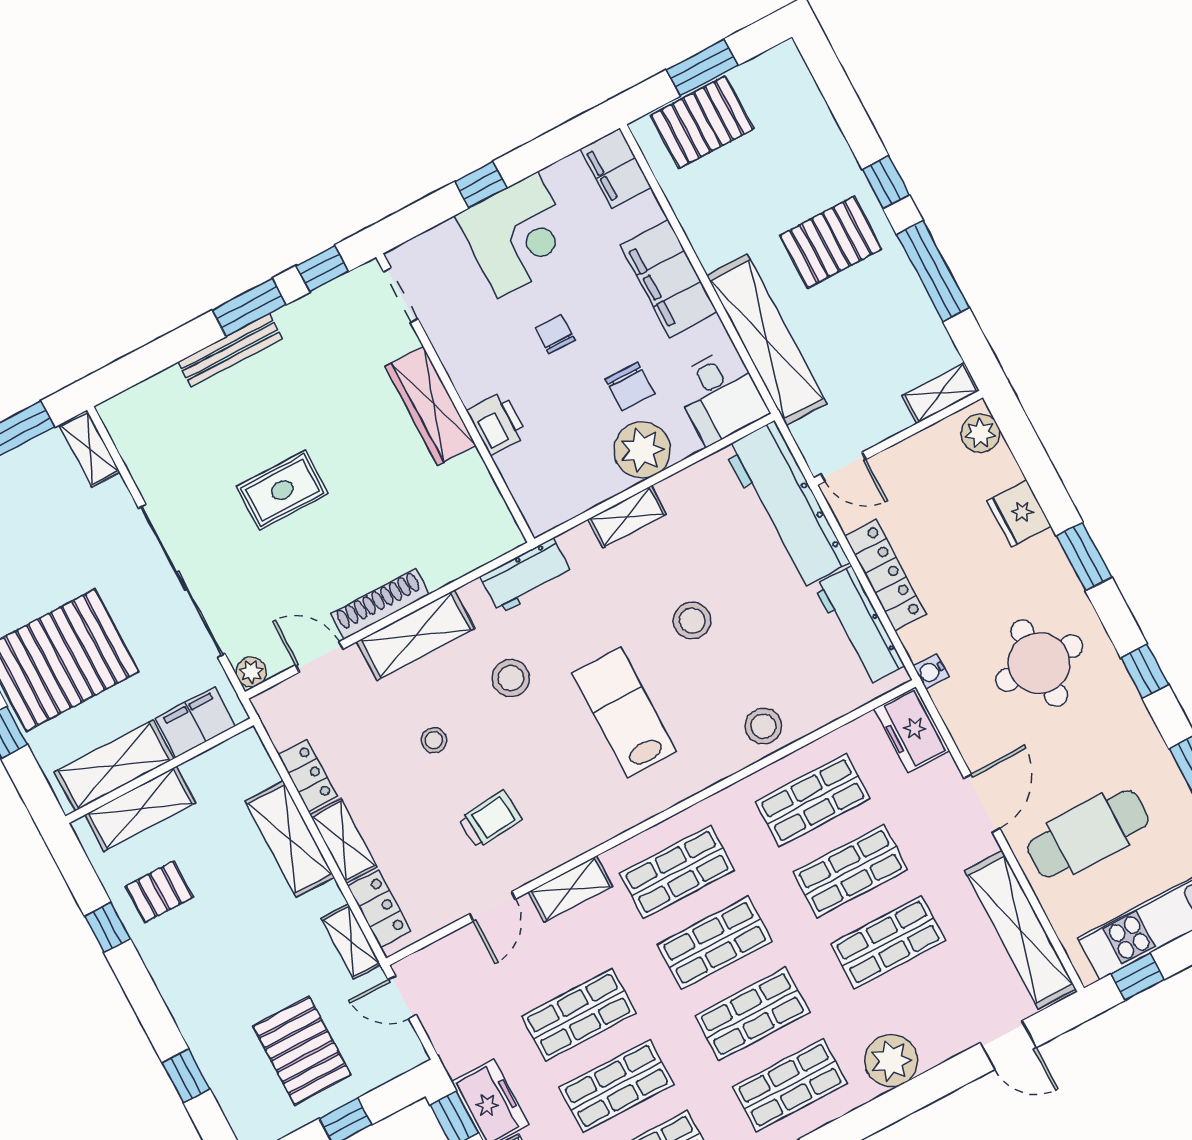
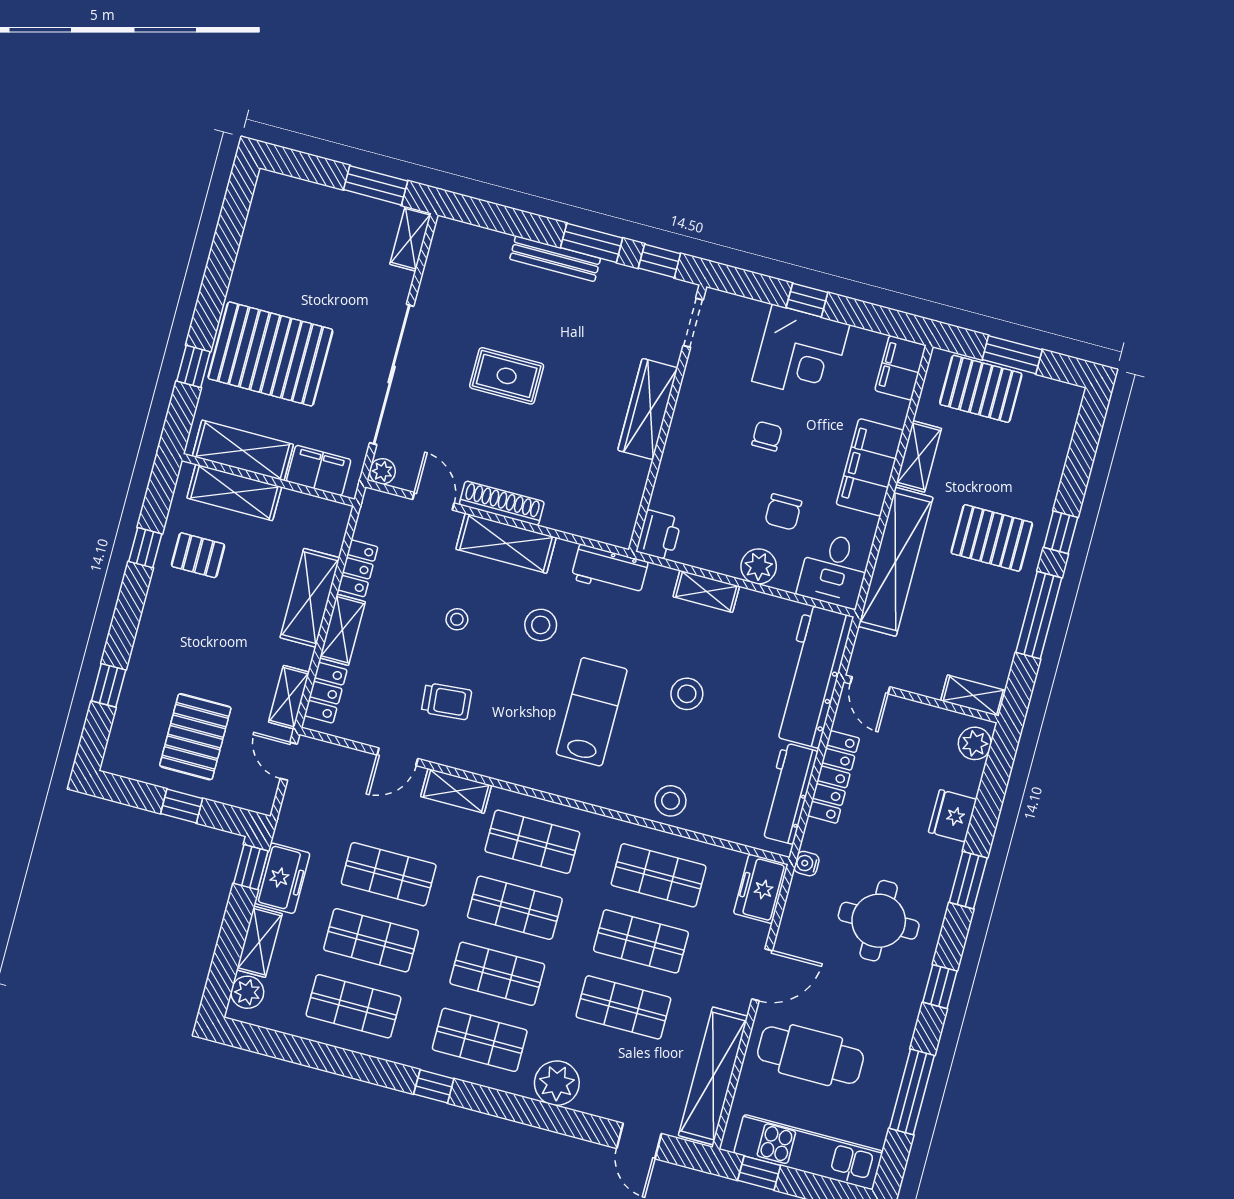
shelving: (702, 230) -> (919, 456), added
printer: (497, 423) -> (659, 535), moved
plant: (642, 450) -> (759, 566), width x0.73, depth x0.73

